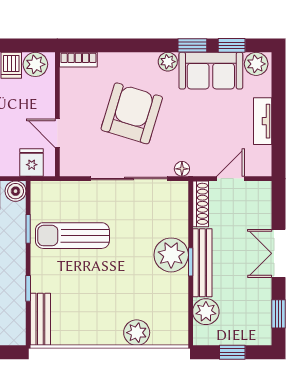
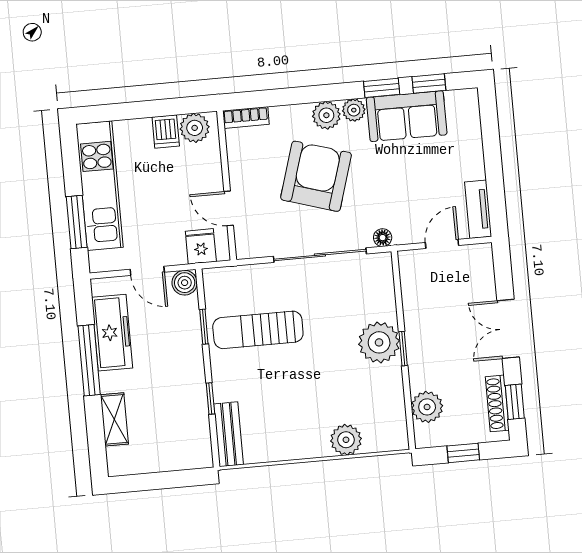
plant: (256, 64) -> (326, 115), moved
tv unit: (263, 121) -> (478, 209), moved
shoe rack: (201, 204) -> (497, 403), moved, turned 180
bench: (202, 263) -> (417, 348), removed

